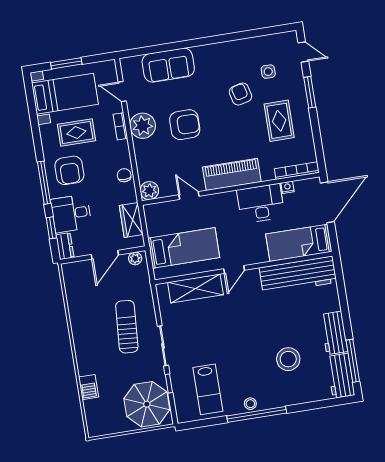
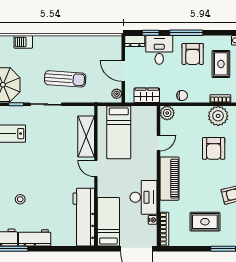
armchair: (69, 170) -> (193, 54), turned -90
stool: (288, 359) -> (20, 199), width x0.53, depth x0.53

